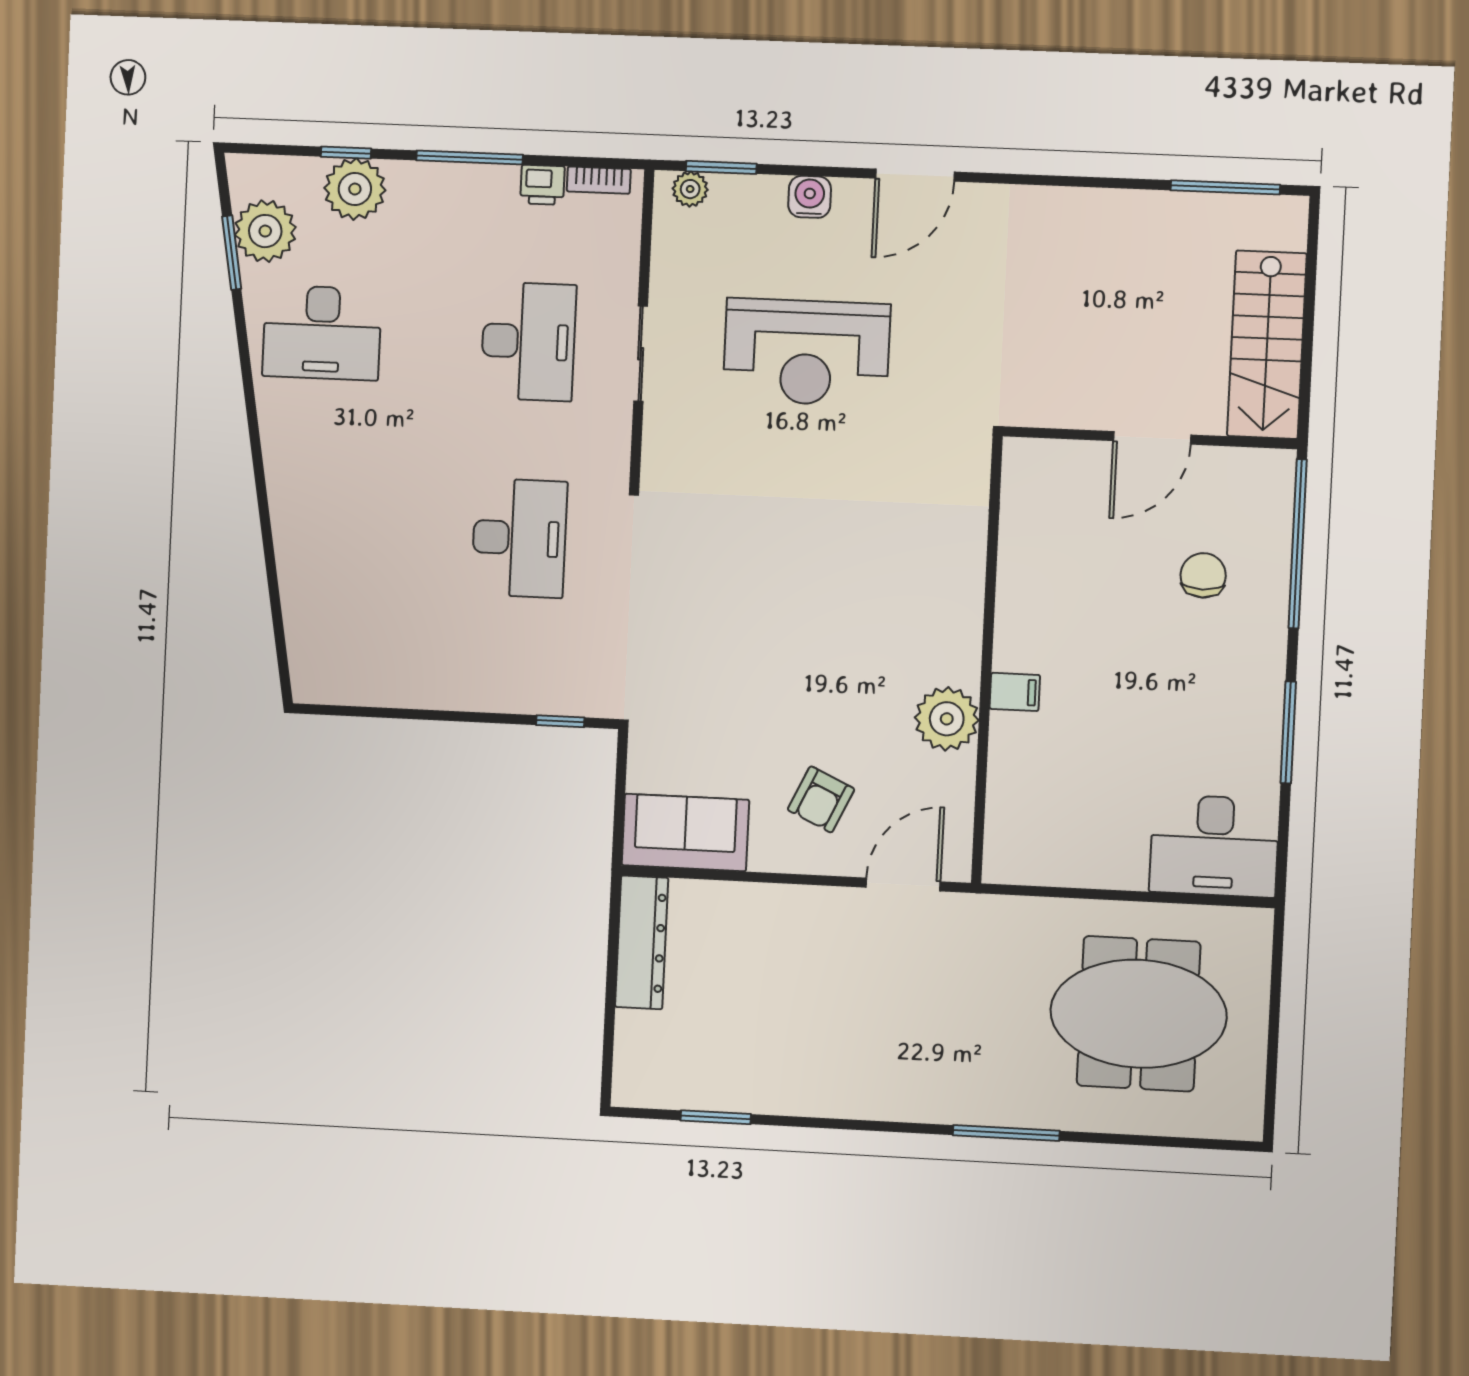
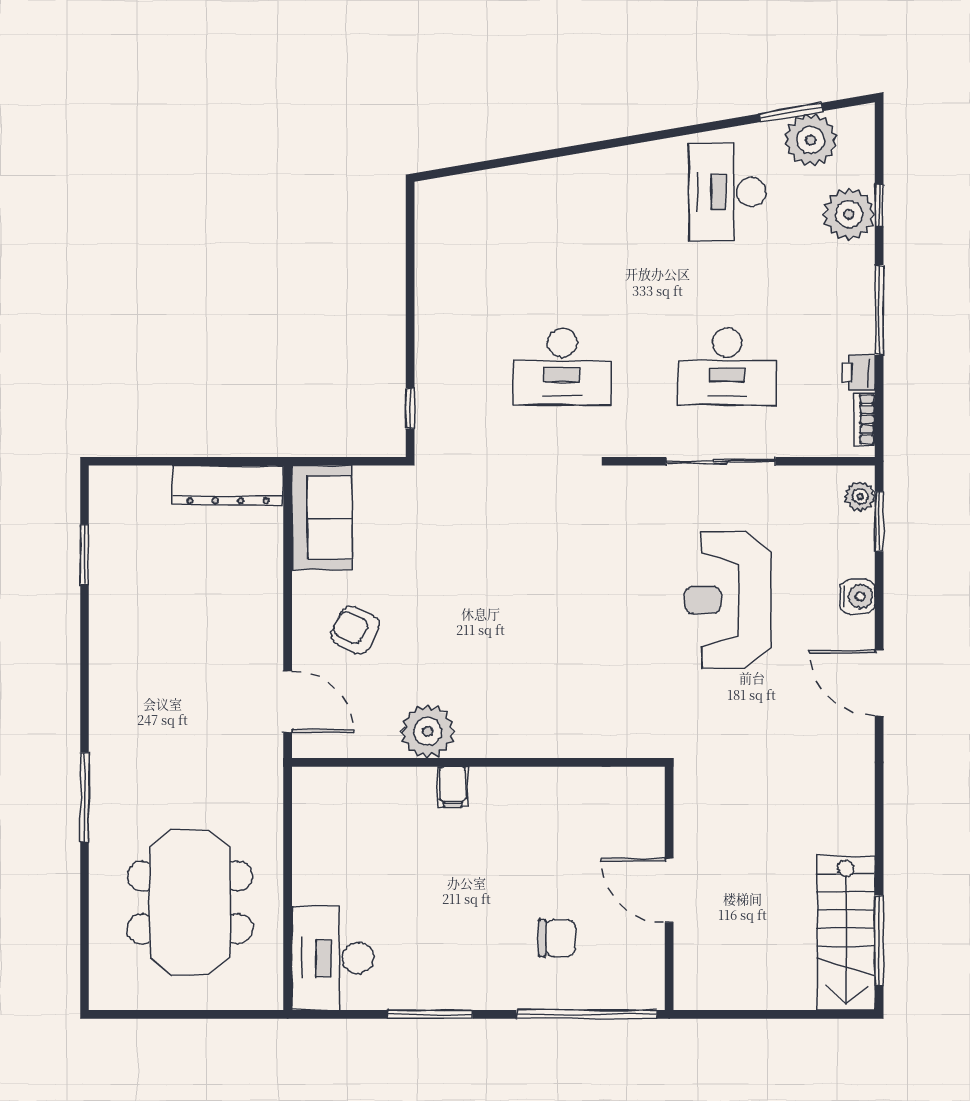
stairs: (1267, 345) -> (846, 933), moved, turned -90
sliding door: (641, 354) -> (721, 461), width x1.37

